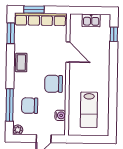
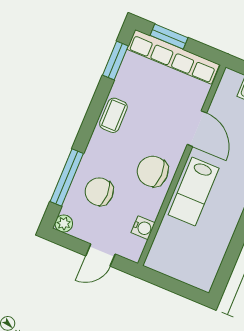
lab bench: (89, 110) -> (194, 192), moved

